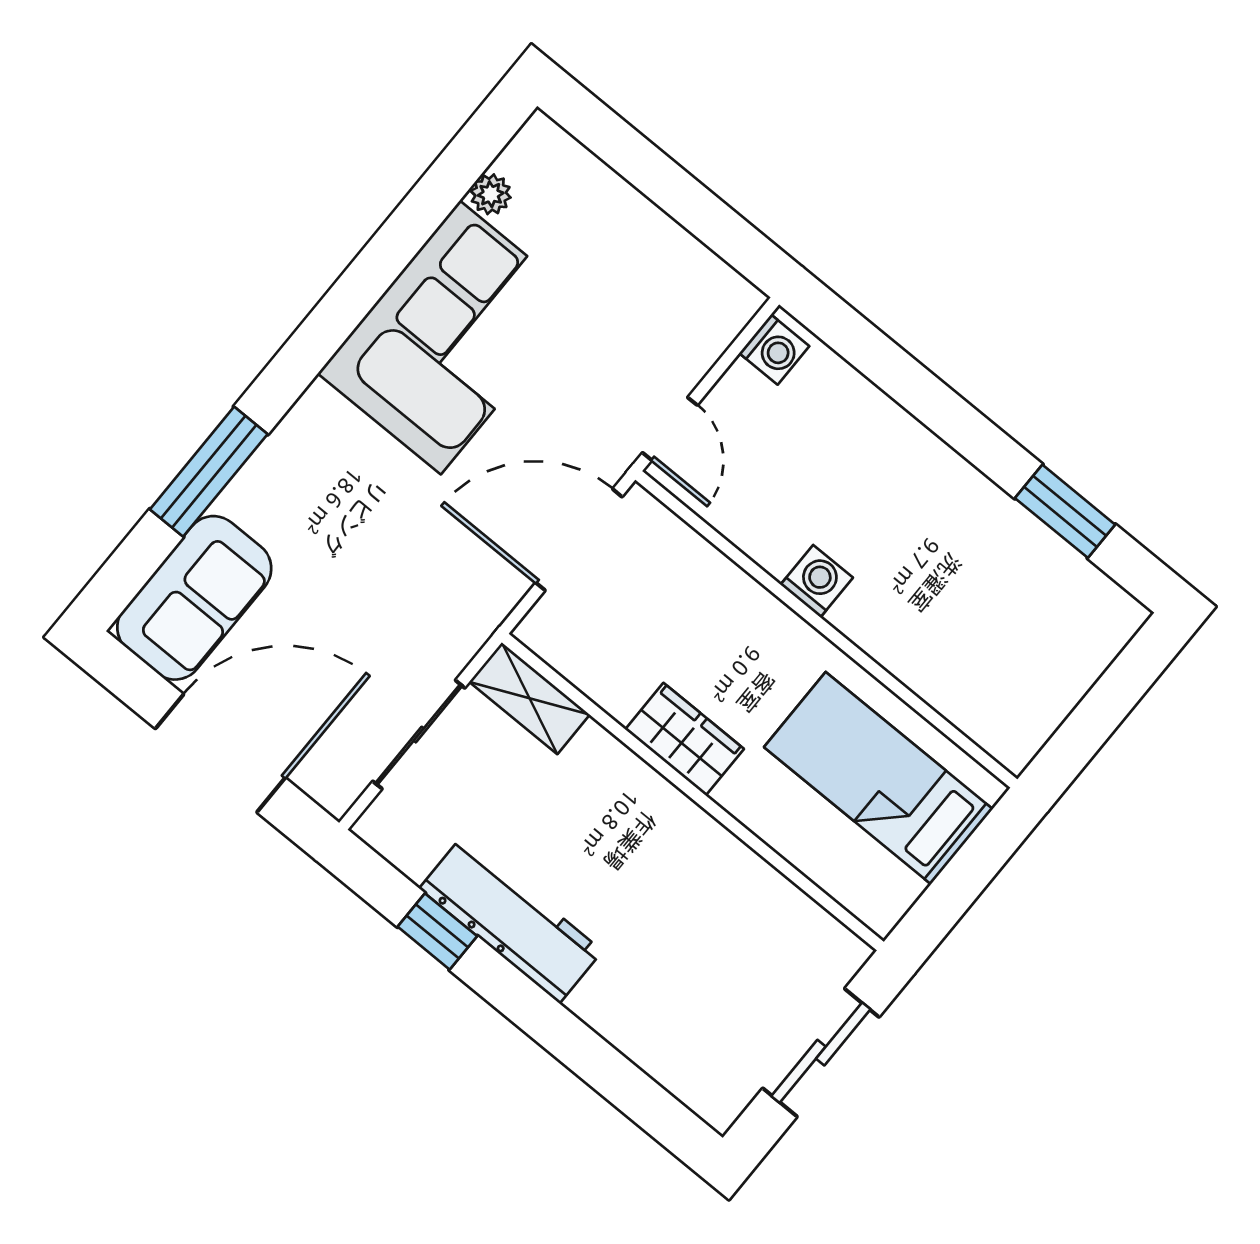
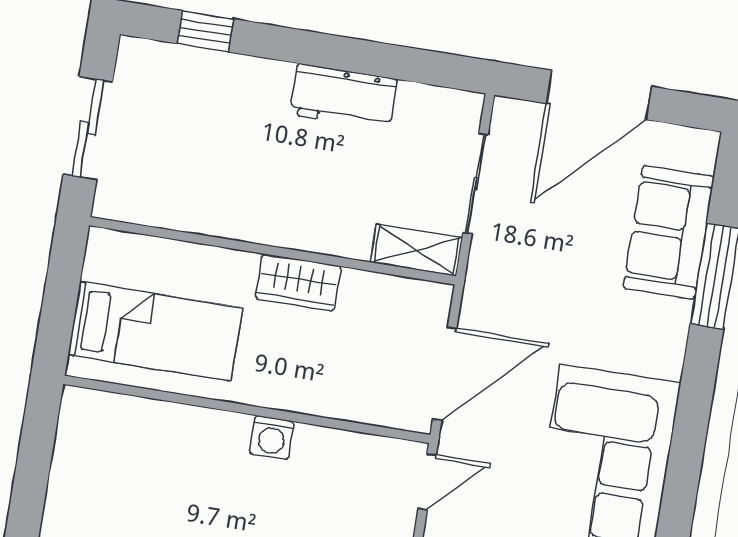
door: (670, 429) -> (427, 482), swing flipped
sofa: (194, 598) -> (669, 232), moved
workbench: (511, 920) -> (344, 97), width x0.73
window: (437, 931) -> (205, 31), moved

